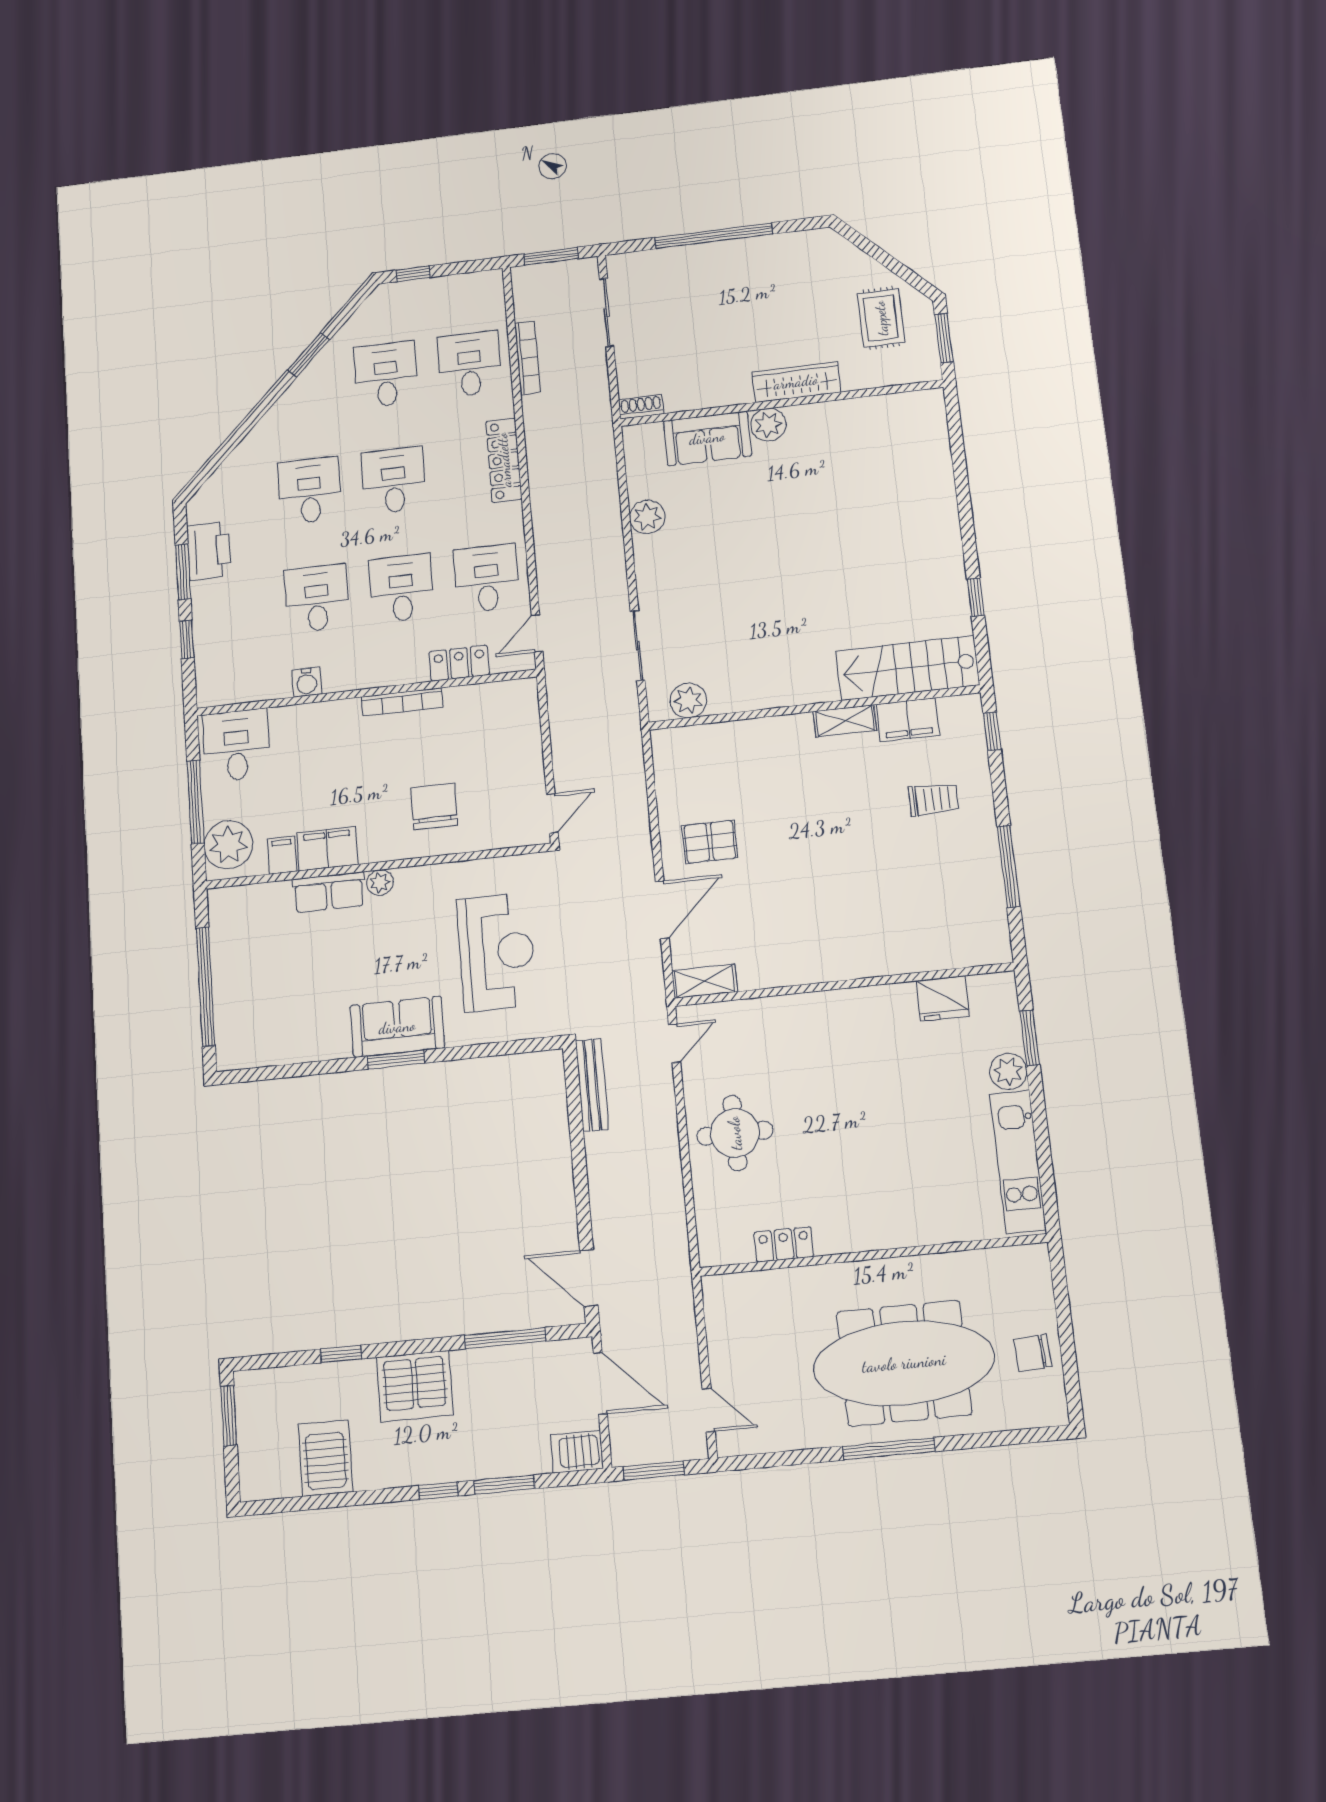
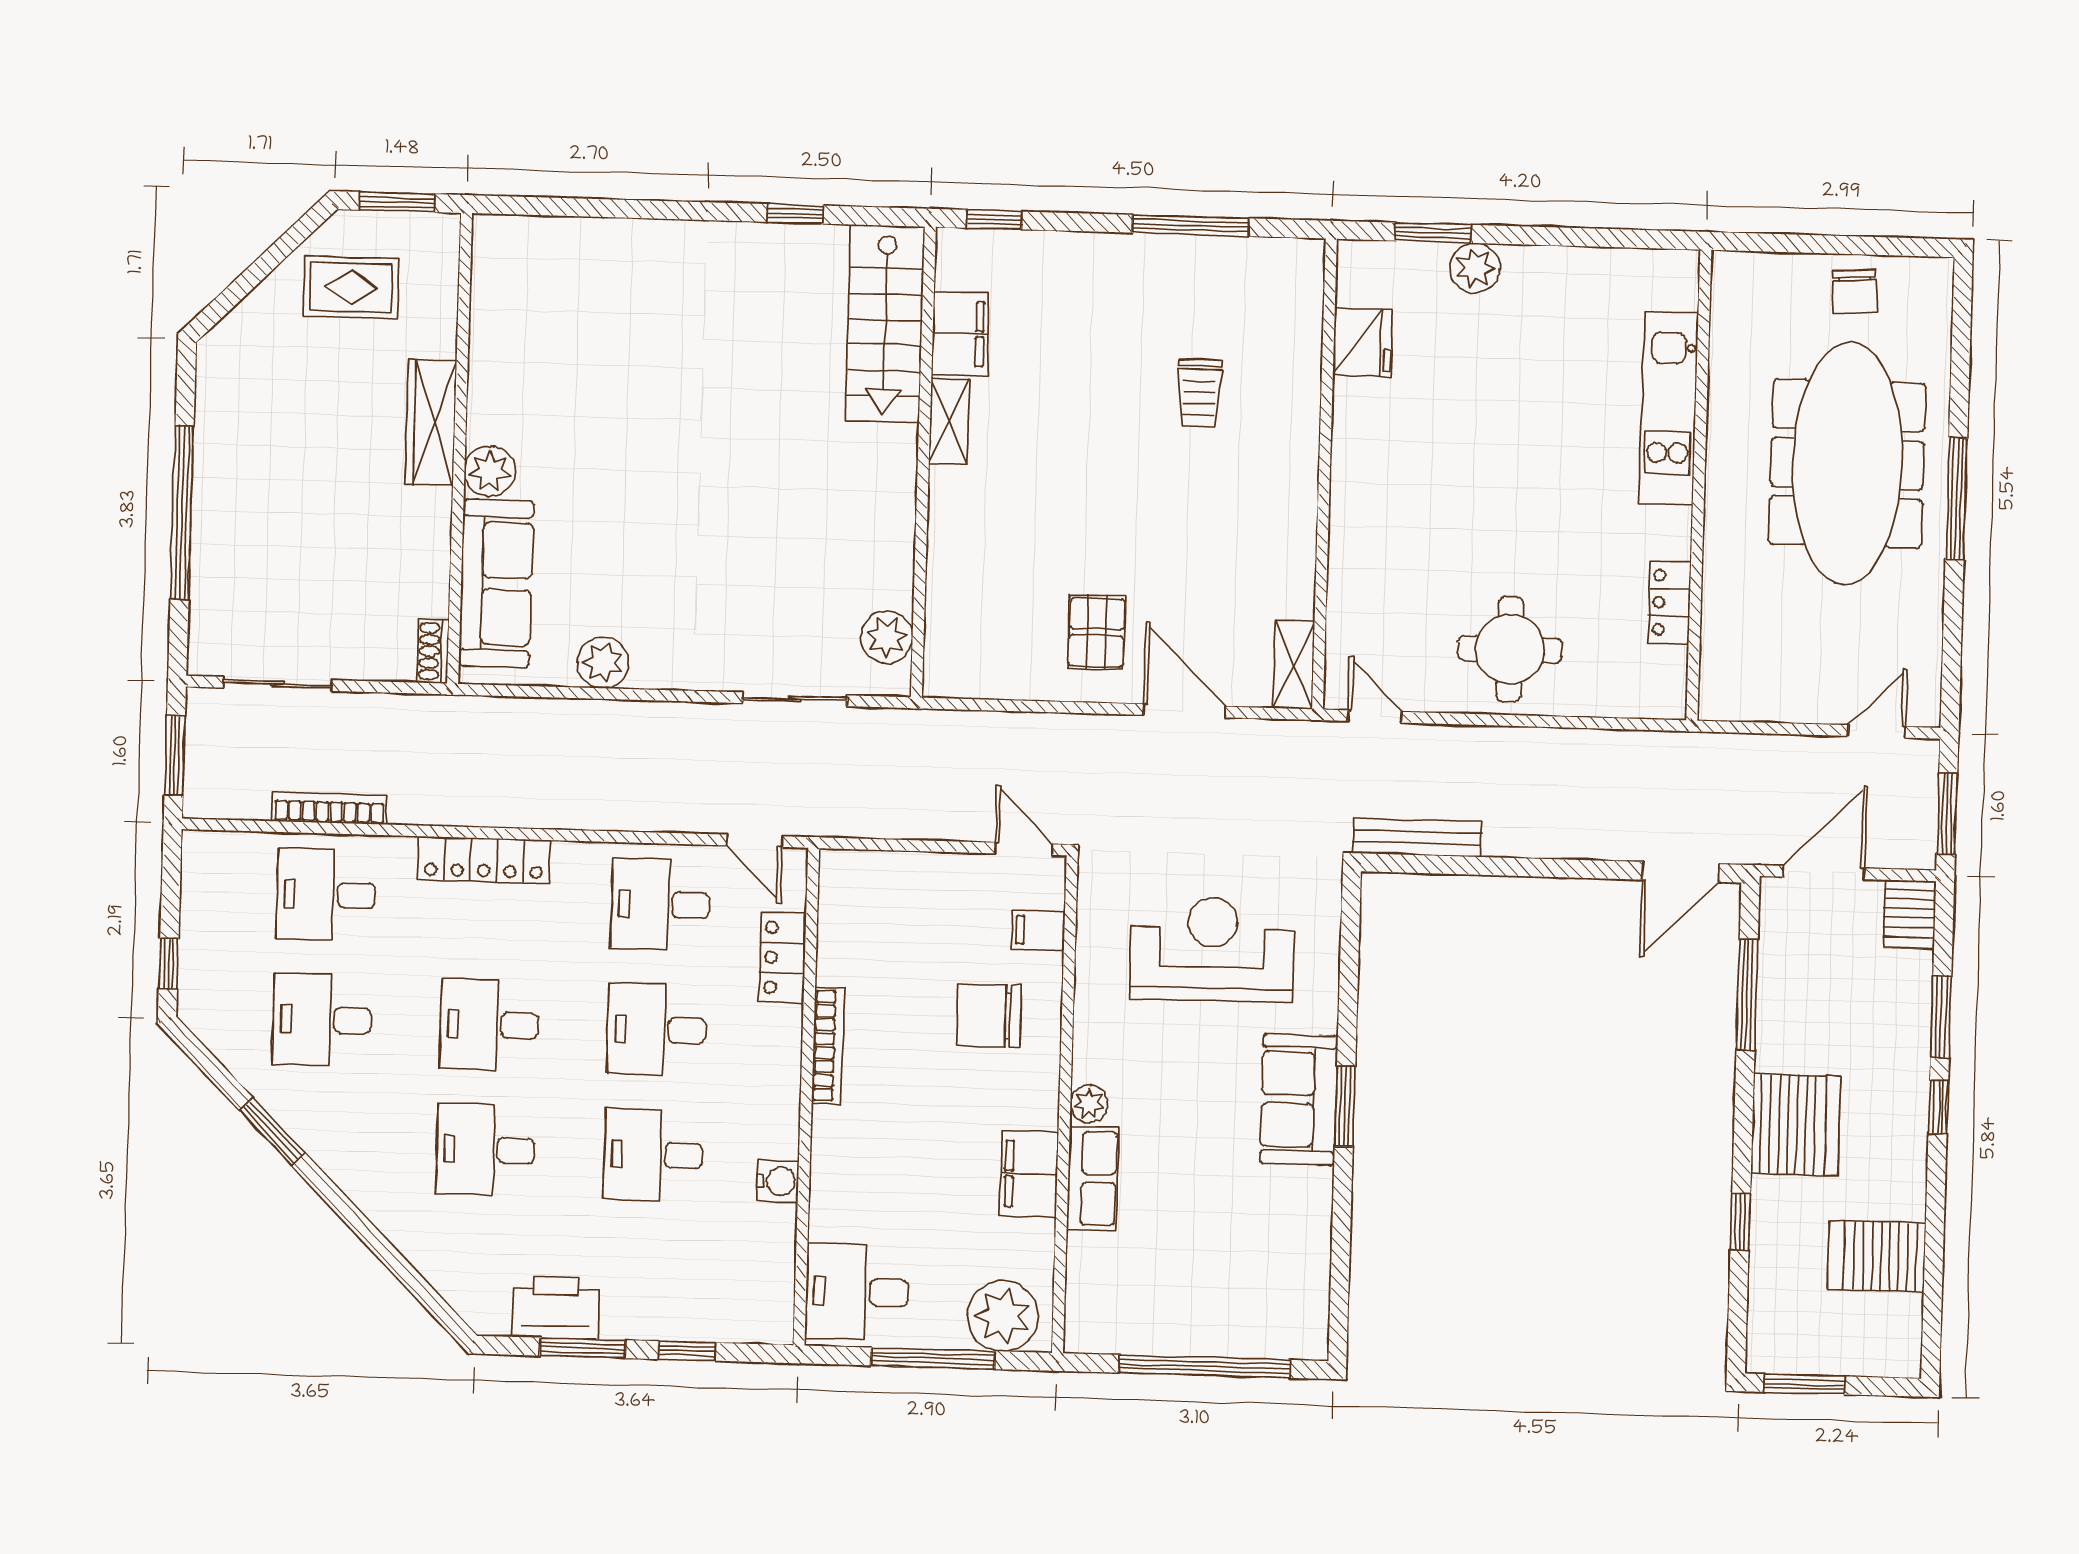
sofa: (707, 438) -> (496, 583), width x1.36
trolley: (934, 799) -> (1199, 393), moved, turned 180
filing cabinet: (282, 855) -> (1038, 930), moved
kitchen unit: (1018, 1162) -> (1669, 409), moved, turned 90

